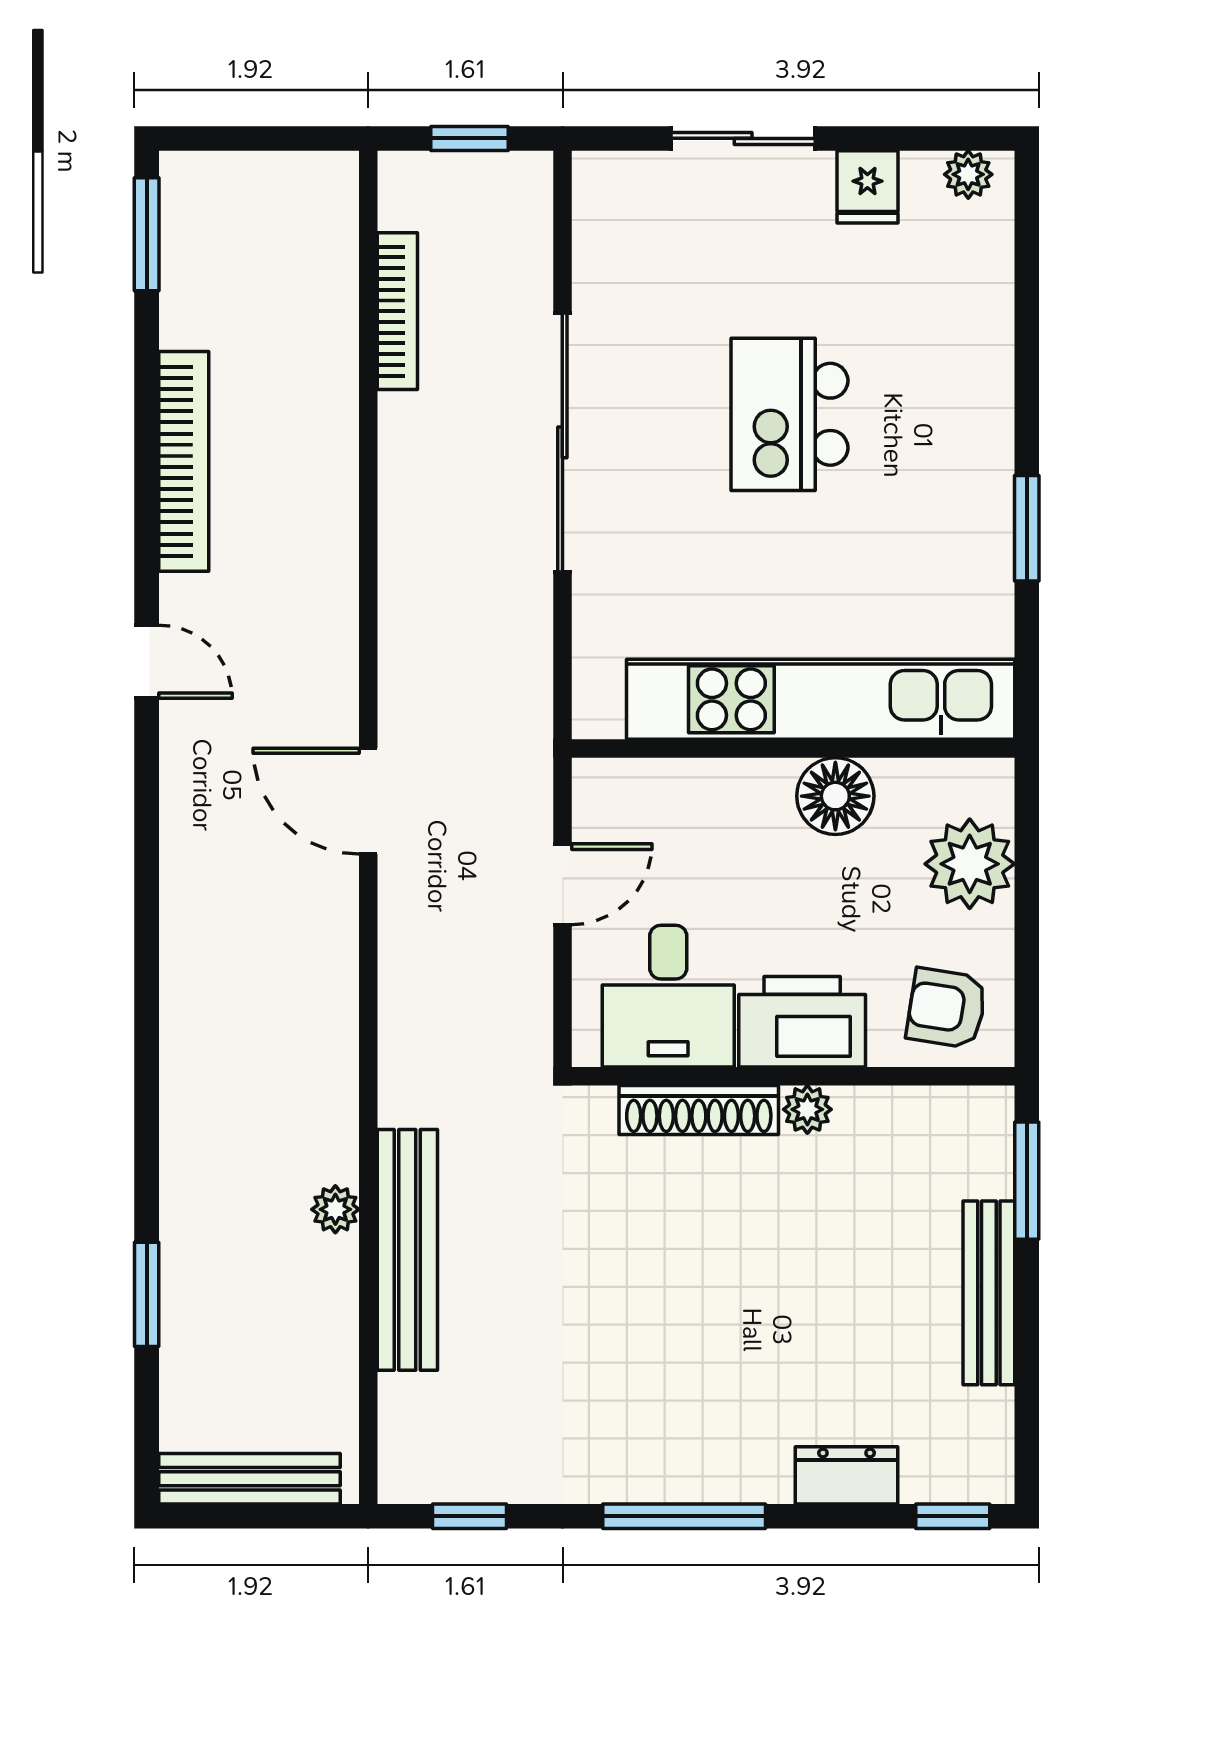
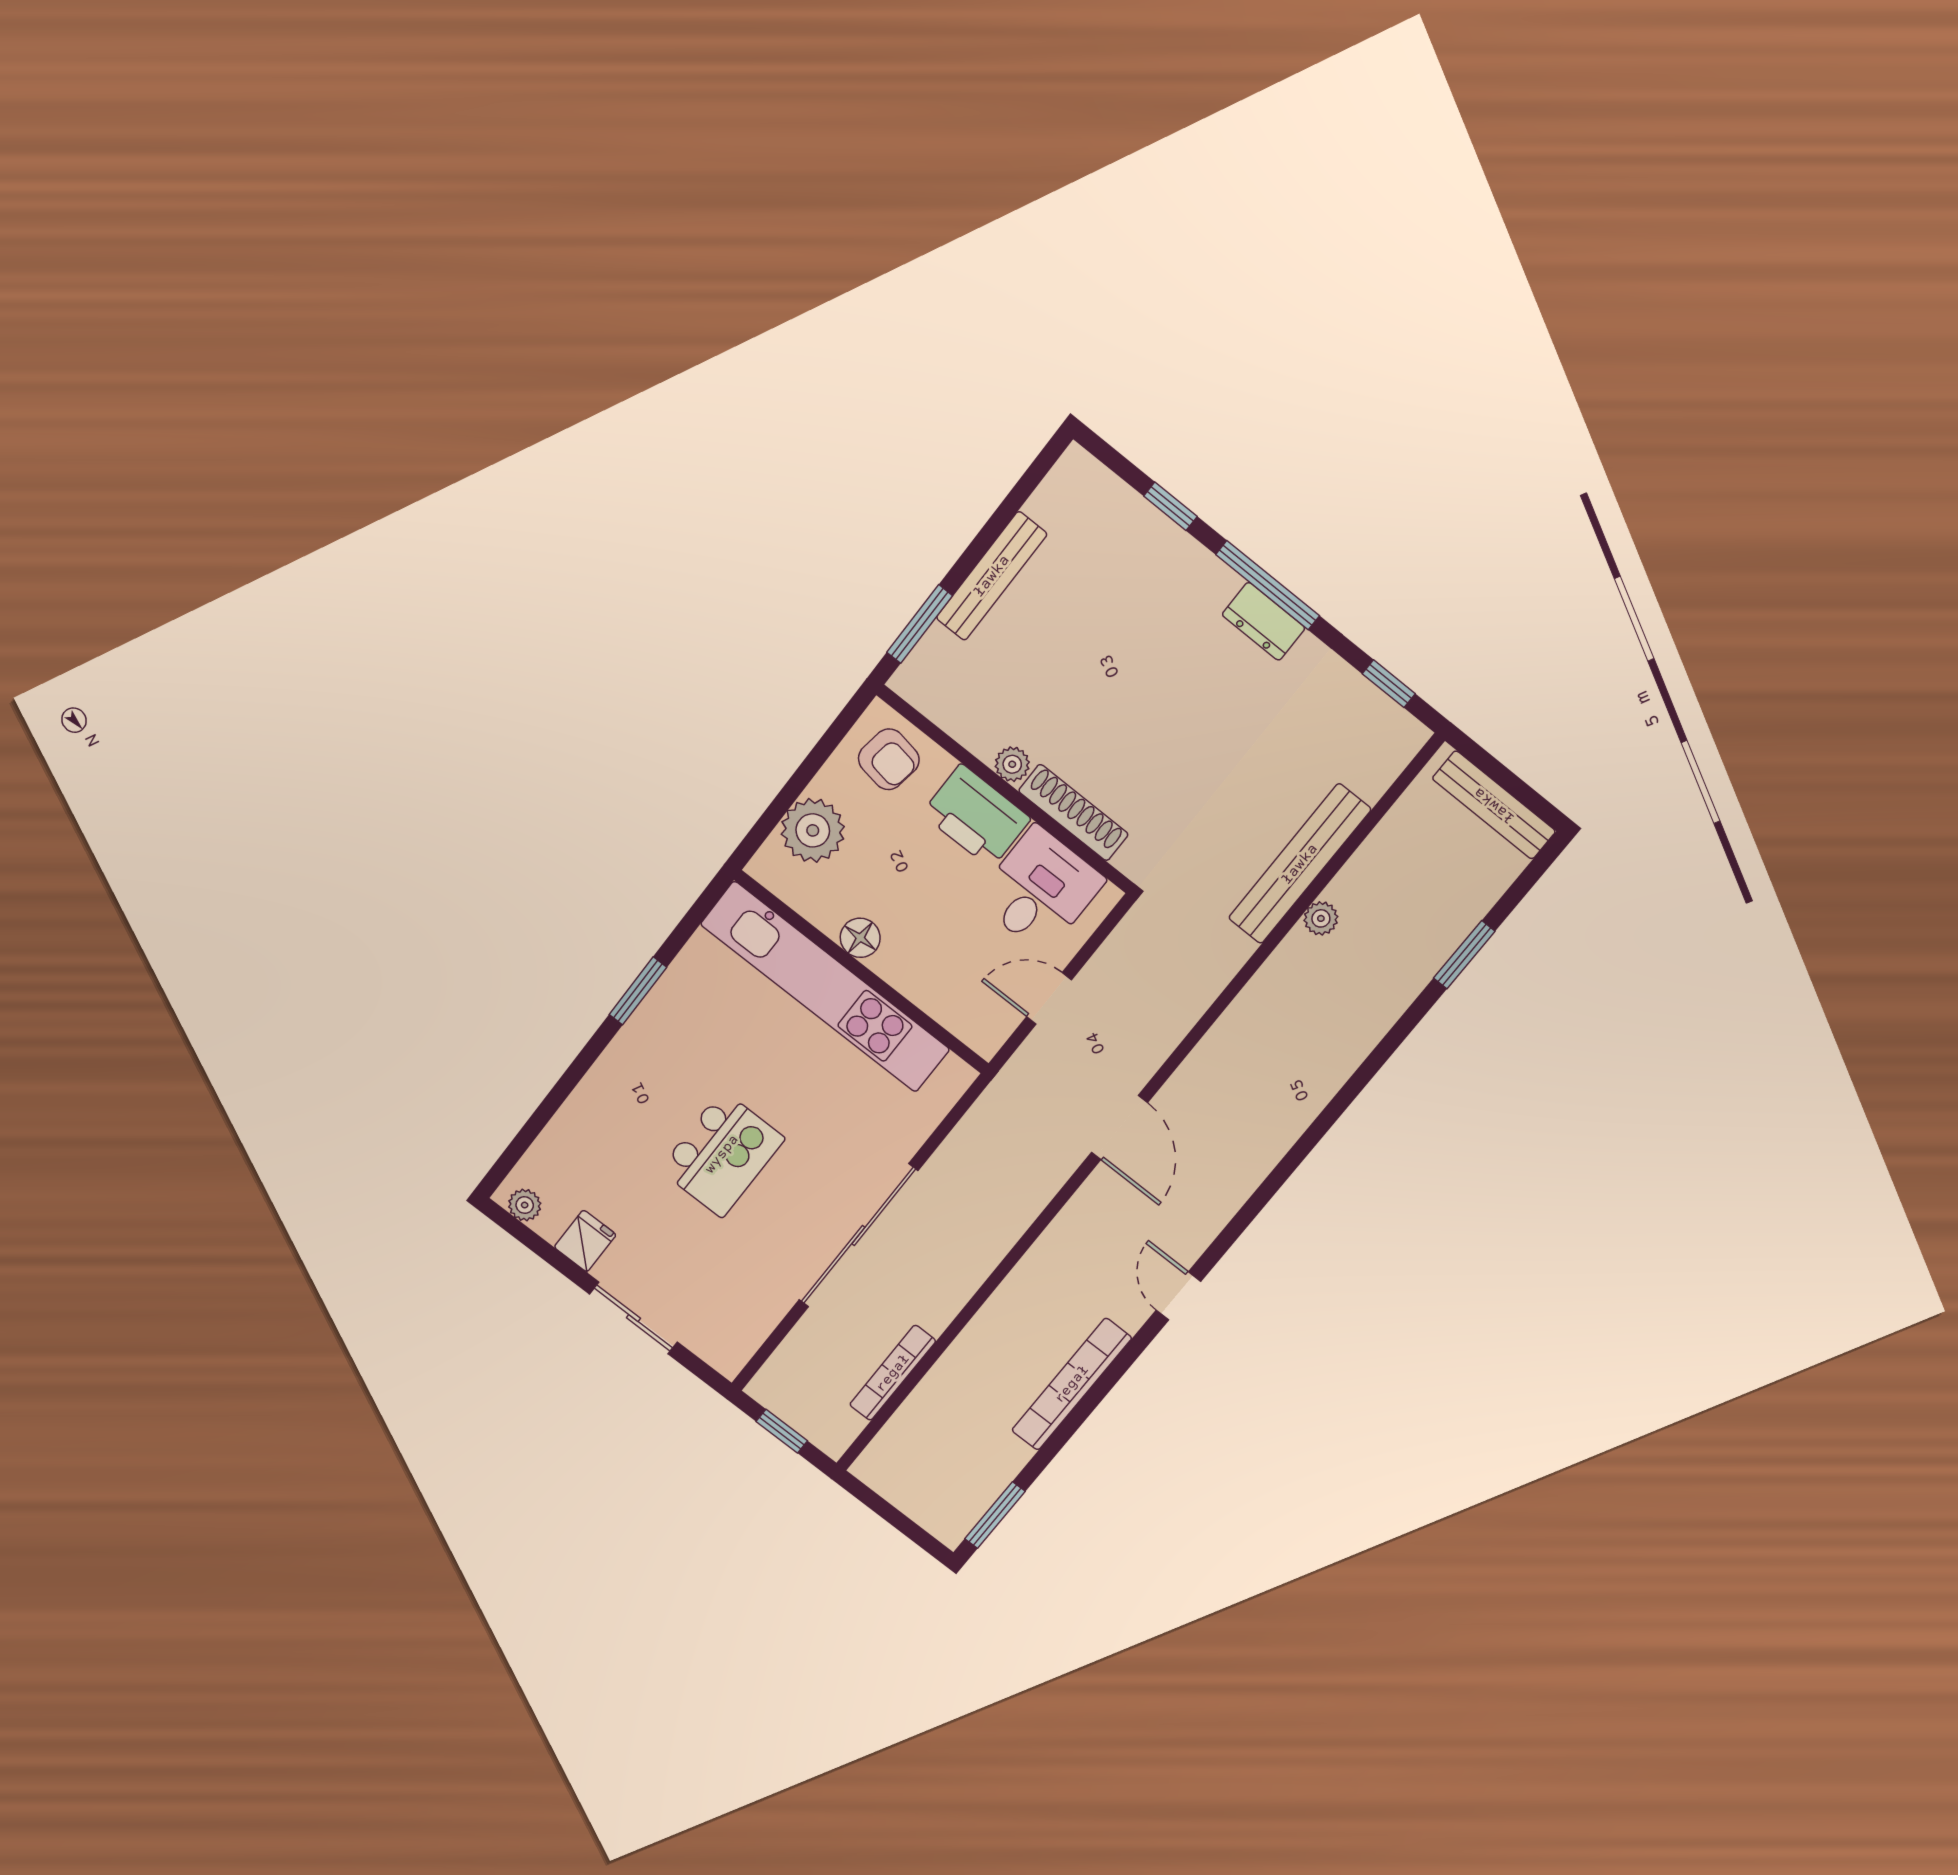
floor lamp: (835, 796) -> (860, 938), width x0.73, depth x0.73
dresser: (847, 1475) -> (1264, 621), moved
window: (953, 1516) -> (1170, 506), moved

